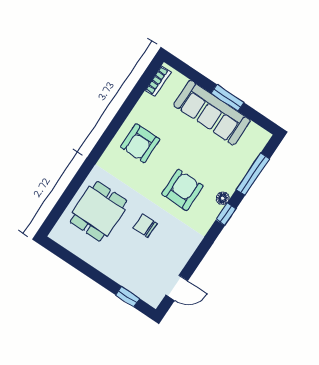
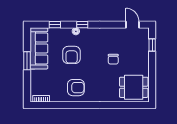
sofa: (212, 113) -> (39, 48), moved
window: (253, 174) -> (55, 25), width x0.46
armchair: (182, 190) -> (72, 55), moved, turned -90
dining table: (98, 211) -> (134, 87), moved

